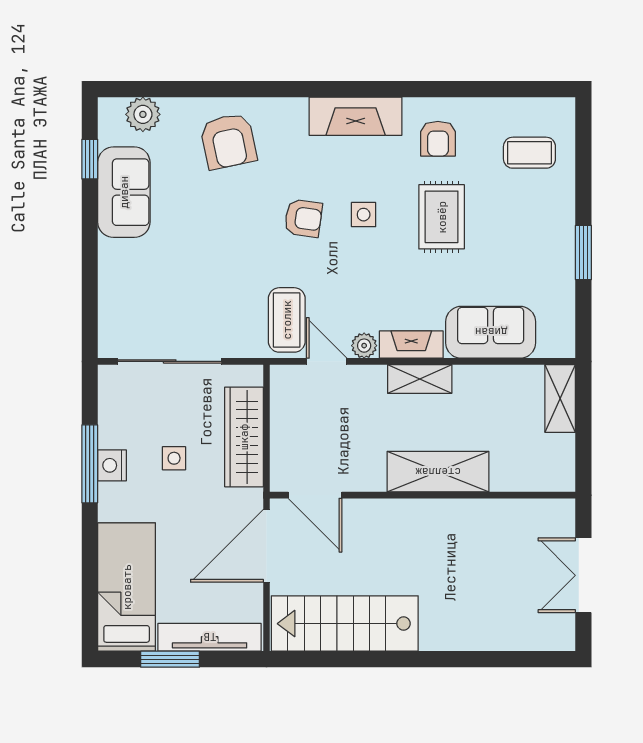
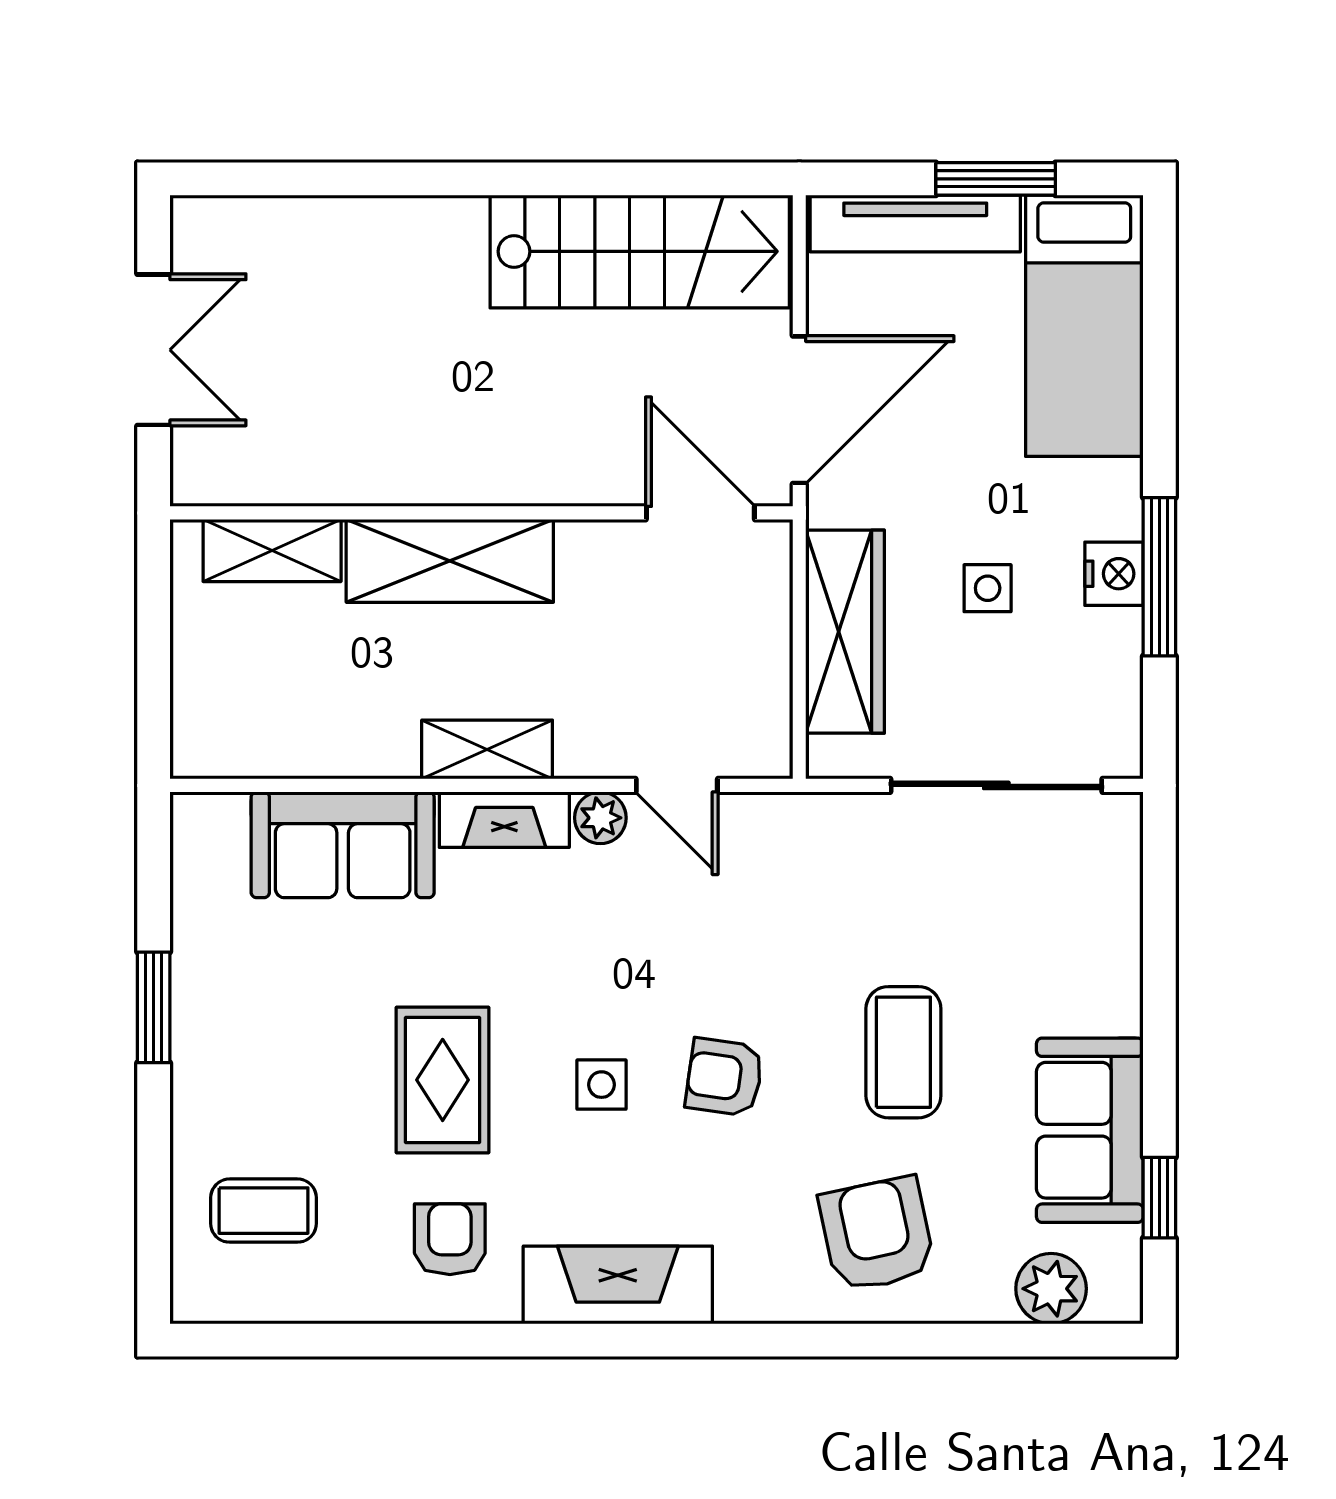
coffee table: (287, 320) -> (903, 1052), moved
shelving: (560, 398) -> (272, 550), moved, turned 90

